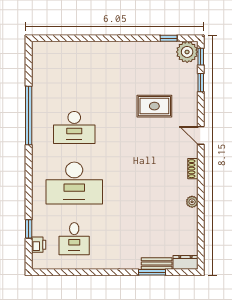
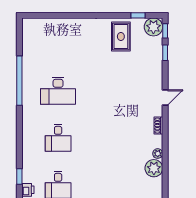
rug: (154, 106) -> (121, 36), moved, turned 90
door: (201, 135) -> (165, 97), swing flipped
desk: (74, 183) -> (58, 138), width x0.53, depth x0.77
plant: (188, 219) -> (154, 168), added

